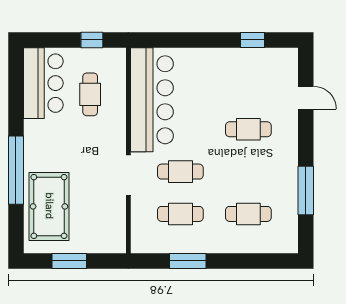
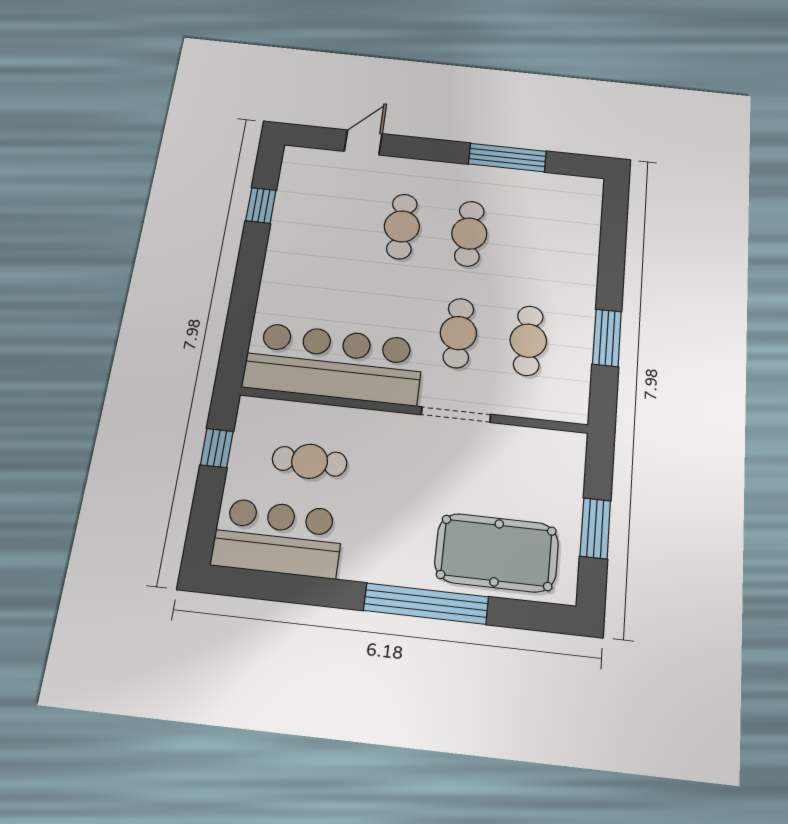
cafe table: (248, 214) -> (469, 234), moved

